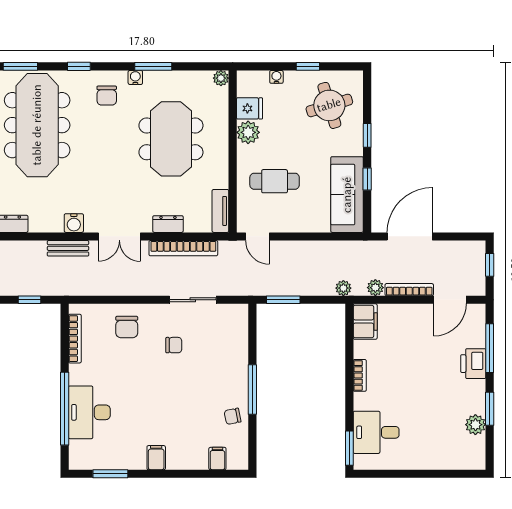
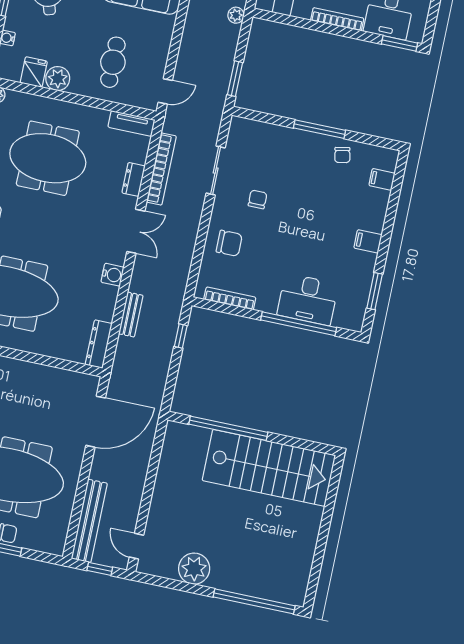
bench: (68, 248) -> (131, 315), moved
bookcase: (360, 375) -> (337, 19), width x1.56

